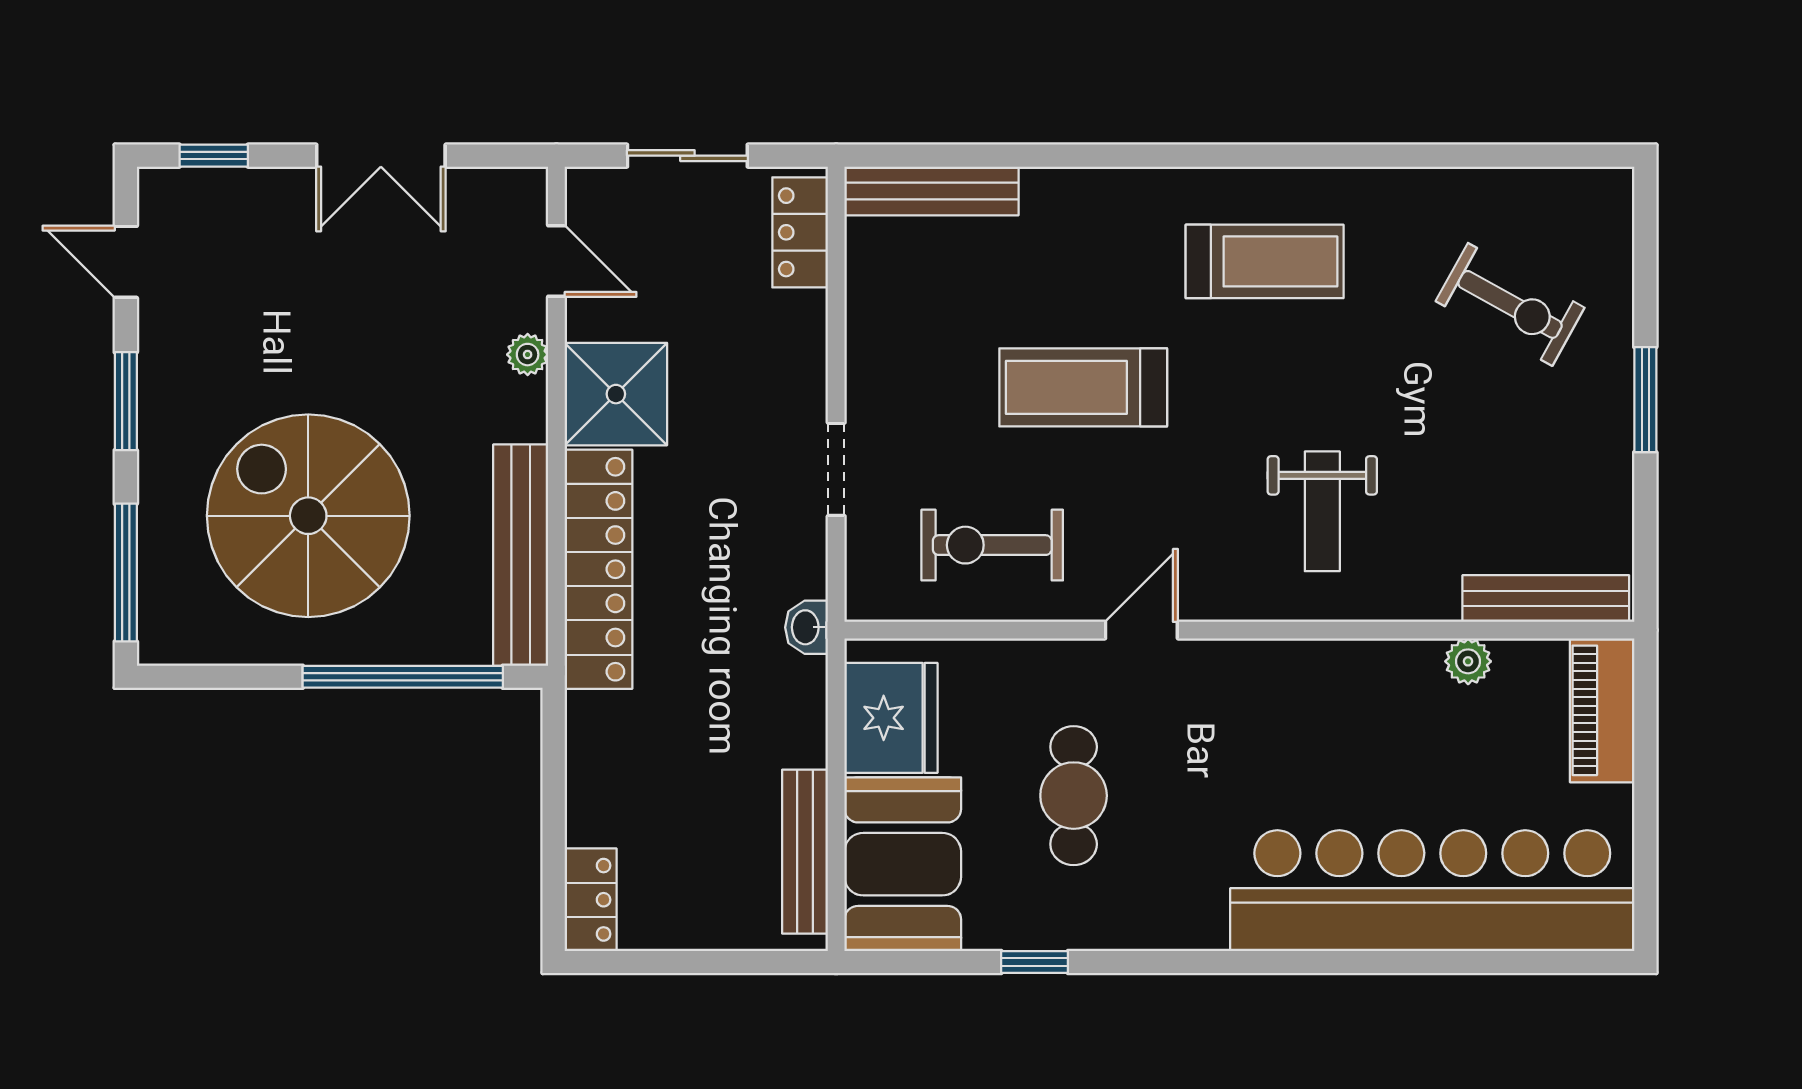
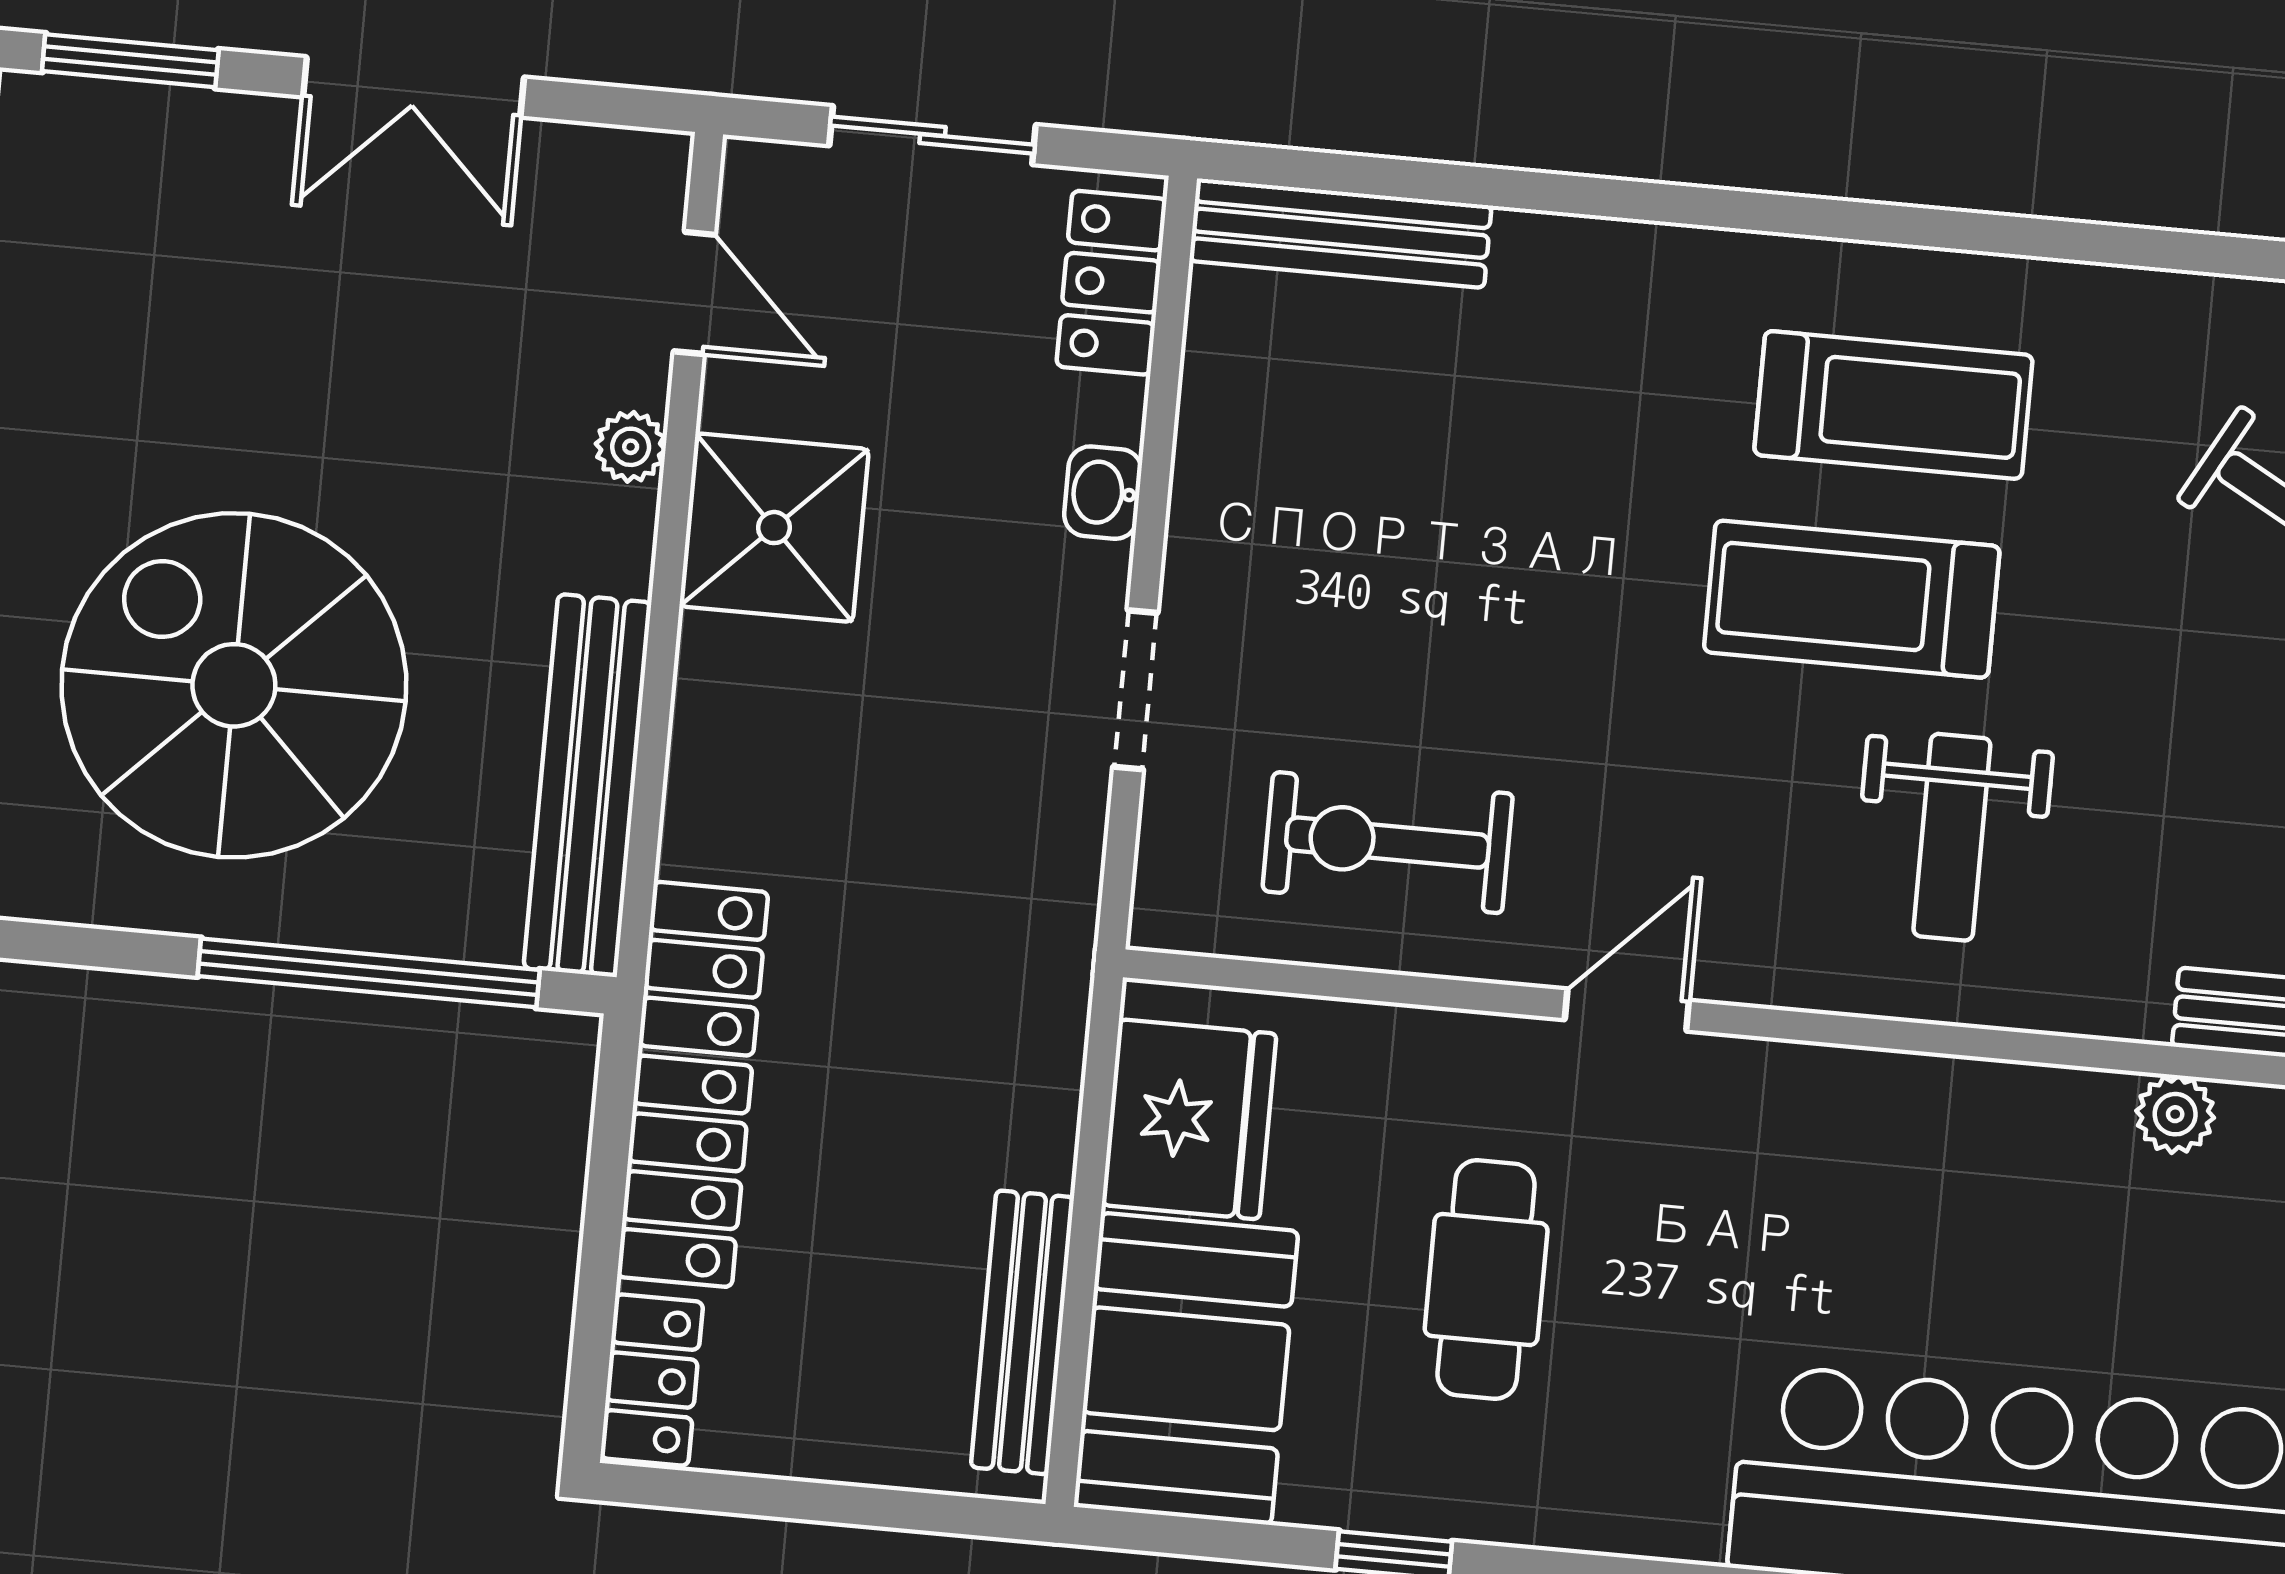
window: (214, 156) -> (130, 61), width x1.50
treadmill: (1083, 387) -> (1852, 599), moved
locker: (598, 569) -> (693, 1084), moved
washbasin: (807, 627) -> (1103, 493), moved

